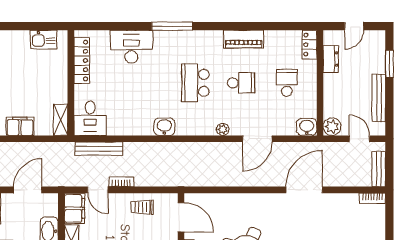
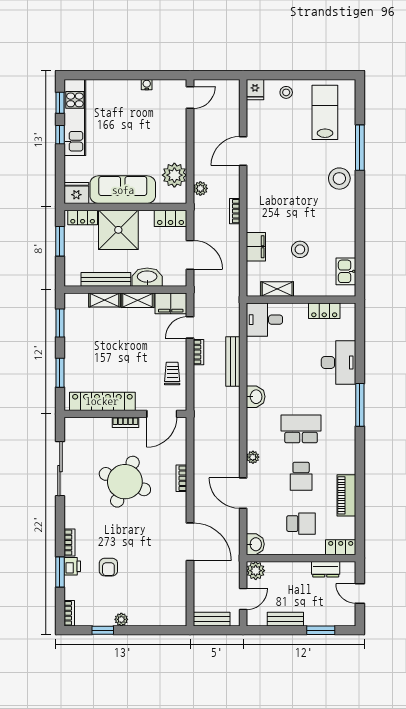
piano: (244, 39) -> (346, 495), moved
locker: (82, 61) -> (324, 311), width x0.66
stool: (22, 84) -> (300, 249), added
bench: (379, 98) -> (285, 619), width x0.73
shelving: (61, 120) -> (277, 289), moved
bench: (99, 149) -> (233, 362), moved
bookcase: (372, 198) -> (181, 478), moved

